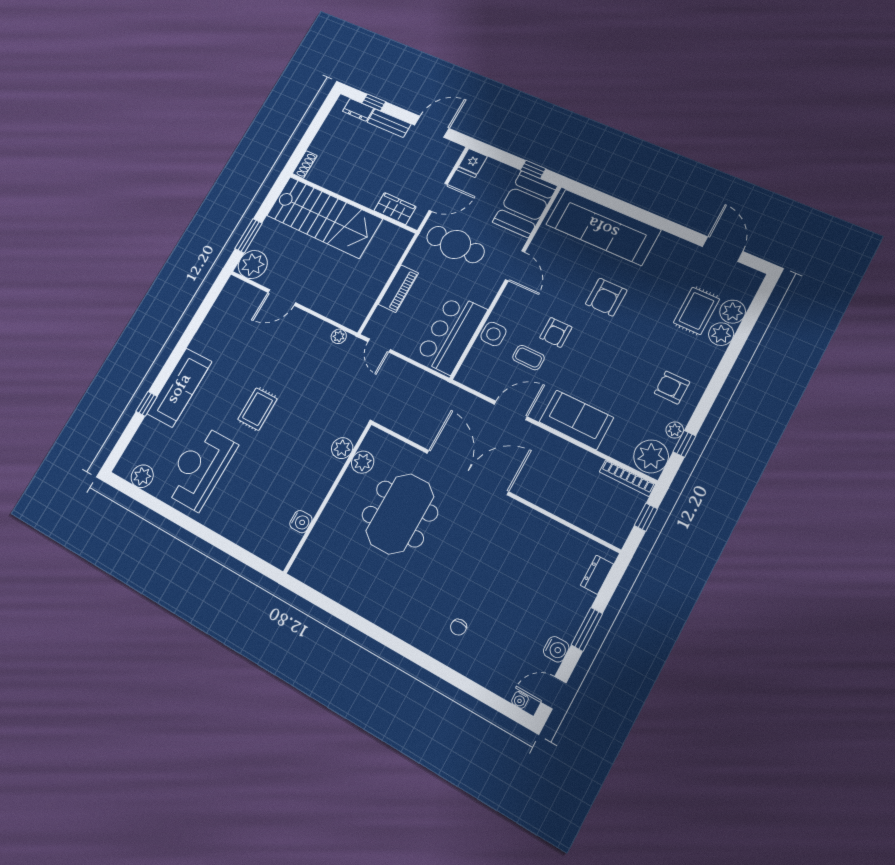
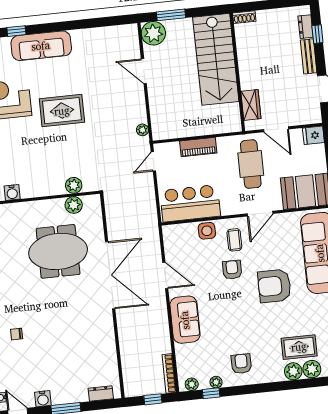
armchair: (606, 297) -> (274, 286), width x1.36, depth x1.36
armchair: (556, 332) -> (232, 270), turned 90
coffee table: (528, 358) -> (234, 240), moved
rug: (258, 409) -> (62, 111), width x1.36, depth x1.43
plant: (651, 456) -> (192, 384), width x0.53, depth x0.53

